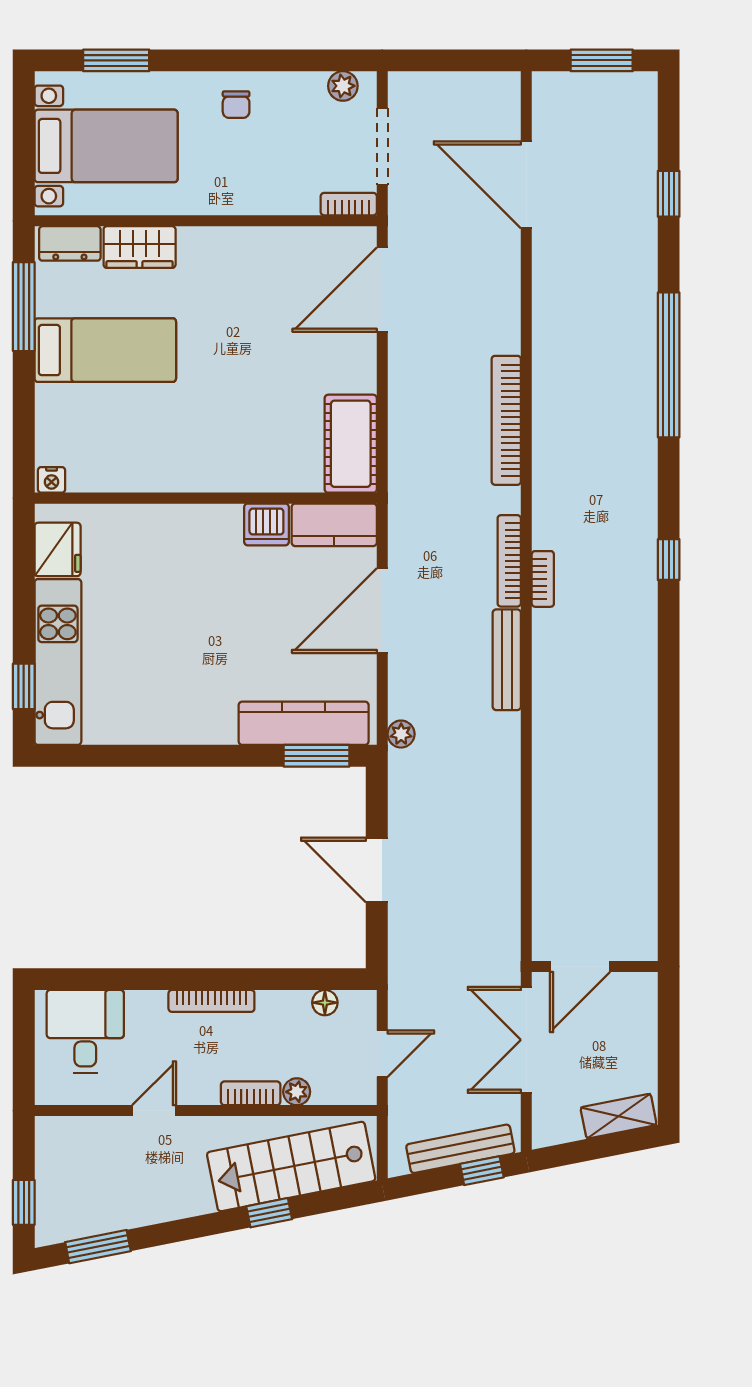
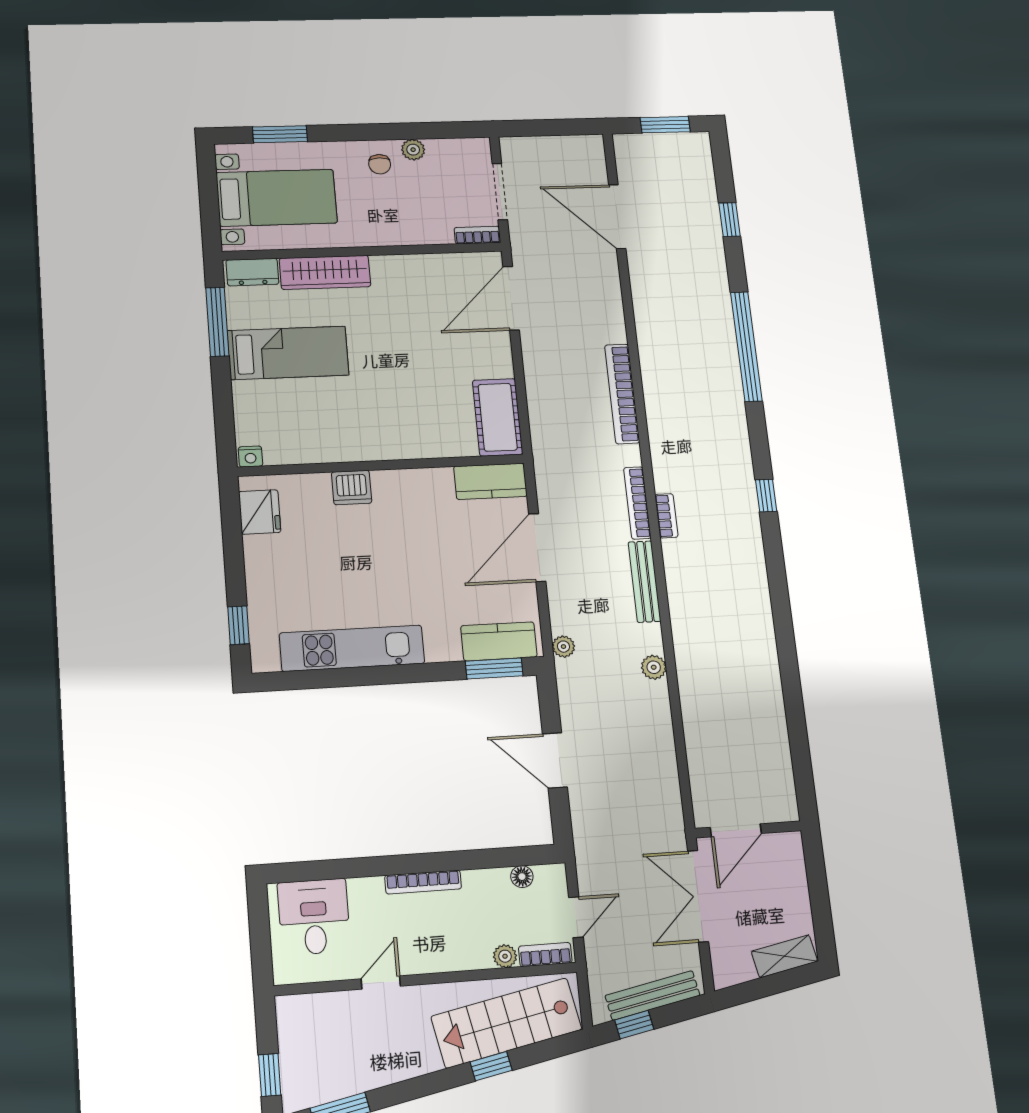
plant: (343, 86) -> (413, 150), moved
wardrobe: (140, 247) -> (325, 272), width x1.50
dishwasher: (266, 524) -> (352, 488), moved
kitchen unit: (58, 662) -> (352, 648), moved, turned -90
kitchen counter: (304, 723) -> (499, 641), width x0.67
plant: (506, 766) -> (654, 667), added
bookcase: (251, 1093) -> (545, 954), moved
window: (482, 1171) -> (634, 1025), moved

